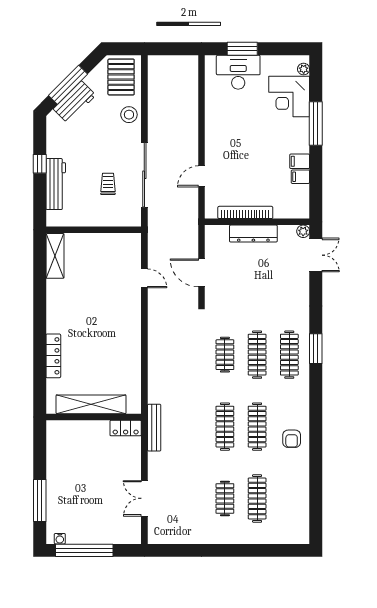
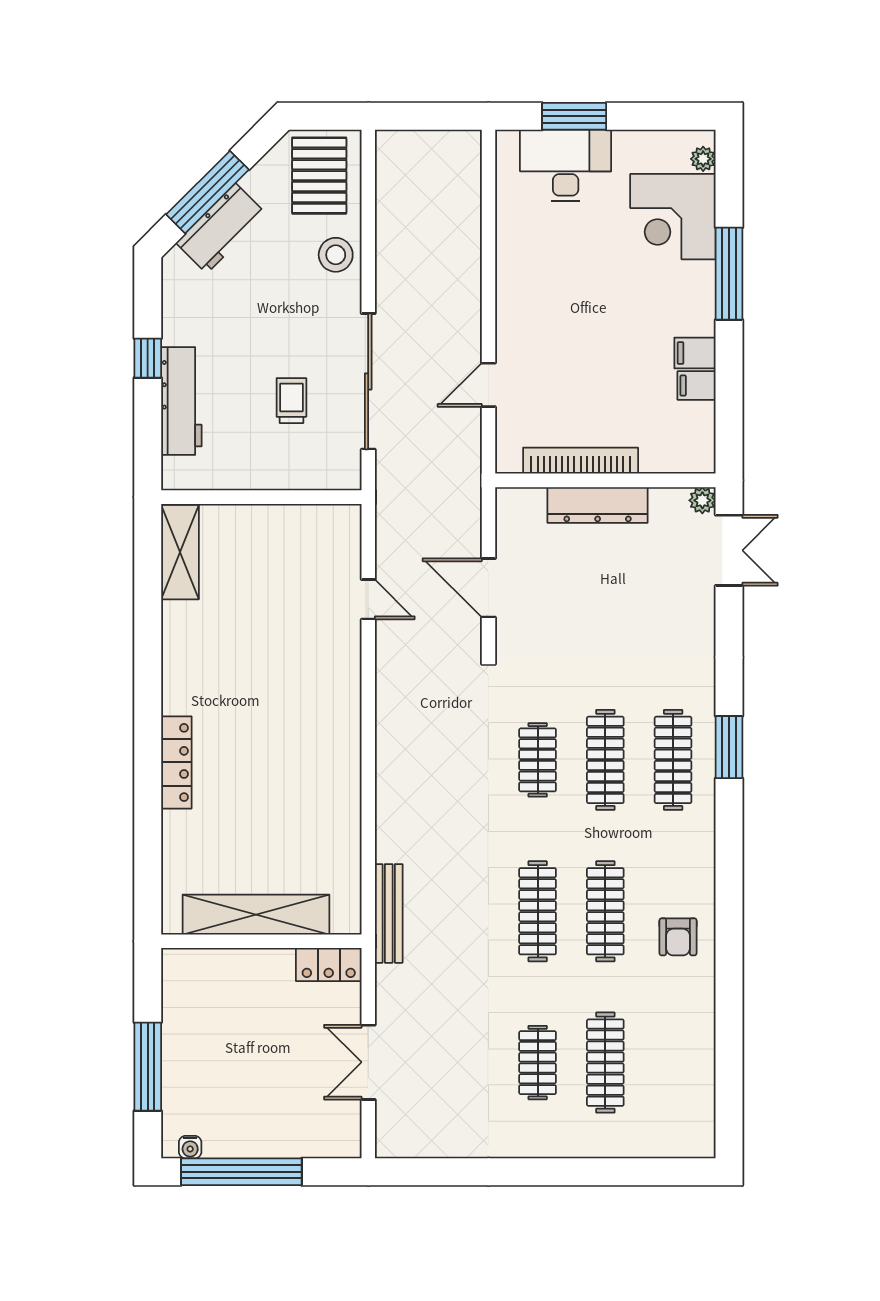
shelving: (91, 404) -> (256, 915), moved
wall: (94, 417) -> (261, 941), moved
locker: (126, 428) -> (329, 965), moved

